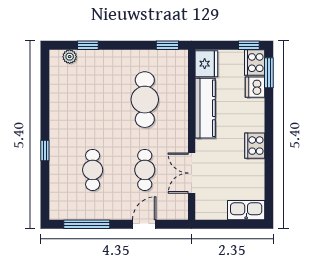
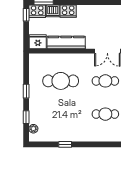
window: (167, 45) -> (26, 91), moved
cooker: (255, 146) -> (68, 11), moved
window: (45, 151) -> (65, 144), moved

